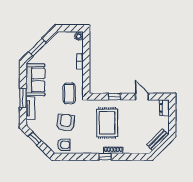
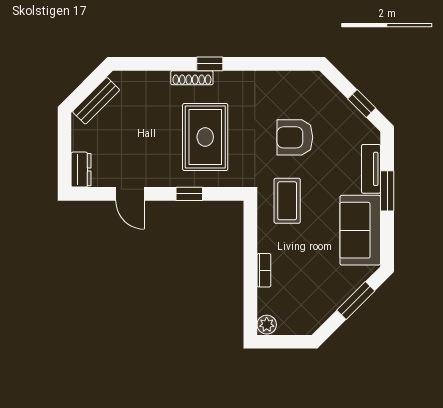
armchair: (66, 123) -> (295, 137), turned 85
armchair: (64, 145) -> (299, 90), removed

